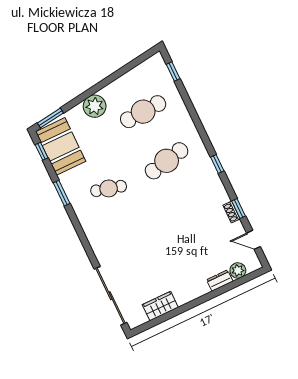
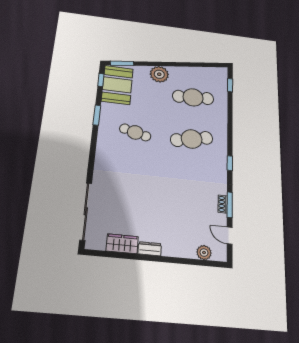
window: (239, 209) -> (230, 205), width x1.50
dresser: (220, 281) -> (150, 249), moved

